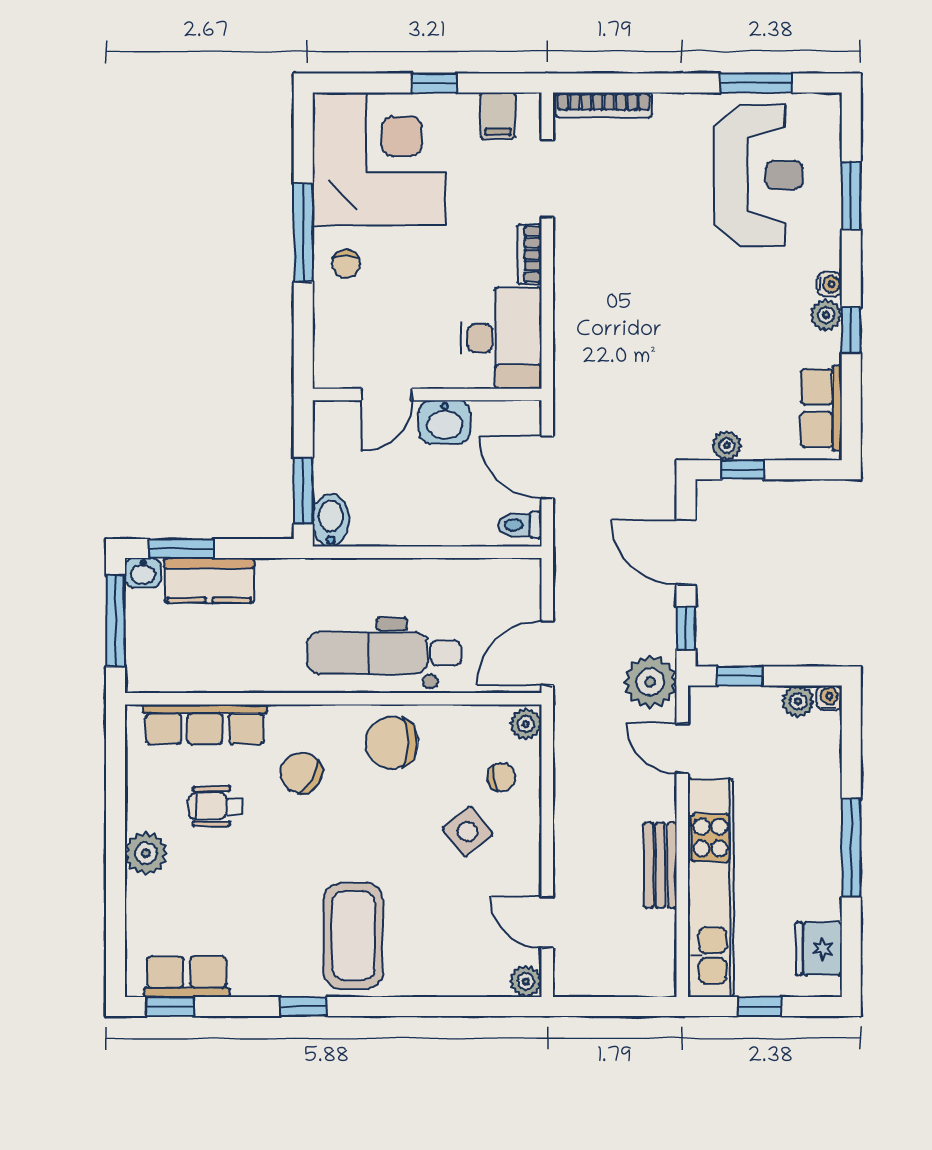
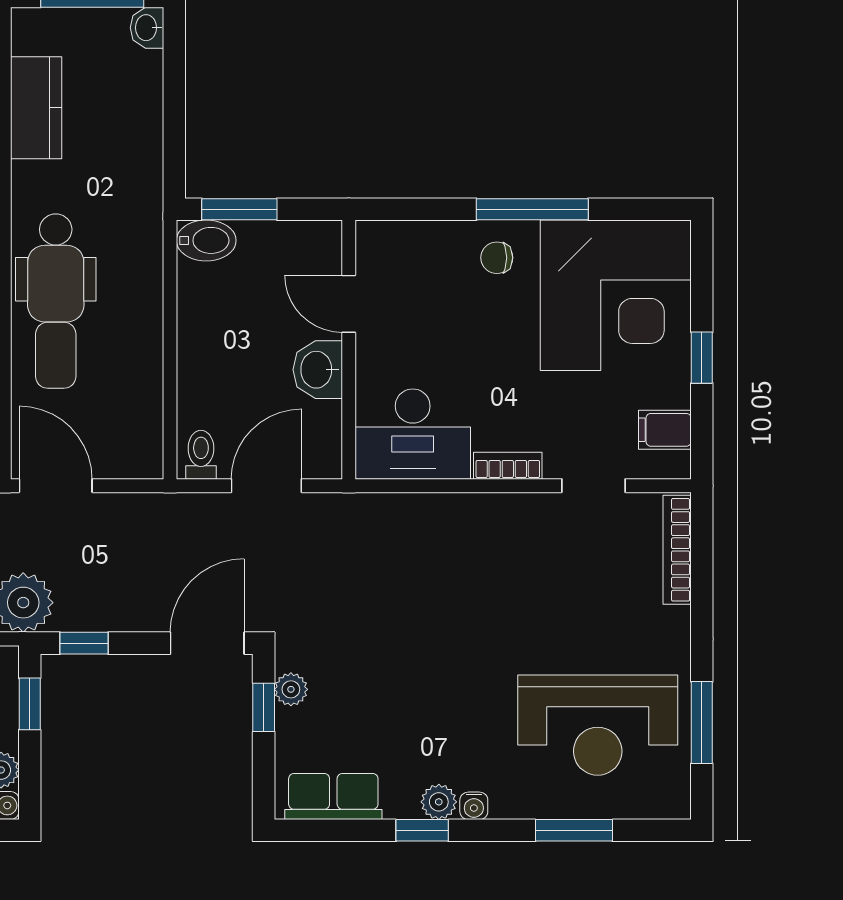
doorway: (547, 179) -> (593, 486), width x0.73
window: (181, 548) -> (174, 71), removed
door: (686, 552) -> (207, 643), moved
kitchen counter: (209, 580) -> (36, 108), moved, turned 180
dental chair: (384, 653) -> (56, 301), turned 180

